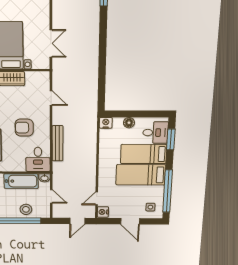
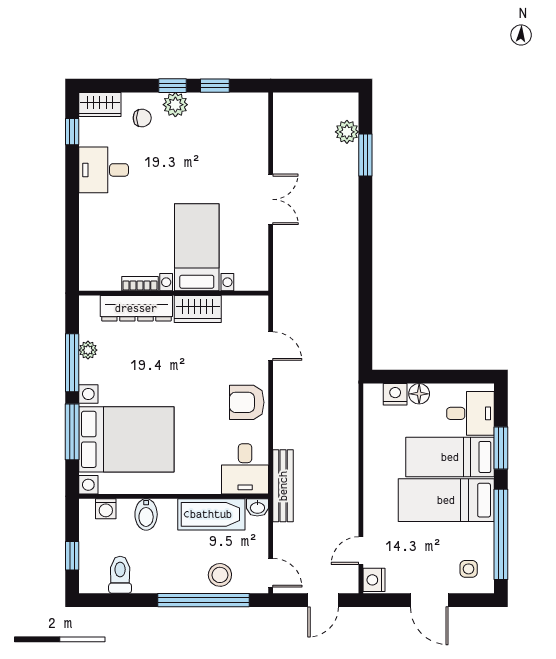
double door: (51, 43) -> (271, 199), moved
nightstand: (106, 123) -> (395, 394), moved
armchair: (24, 128) -> (247, 402), moved
window: (171, 139) -> (501, 448), moved
bench: (58, 143) -> (283, 486), moved
door: (51, 196) -> (271, 573), moved

